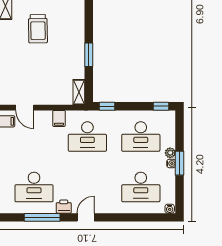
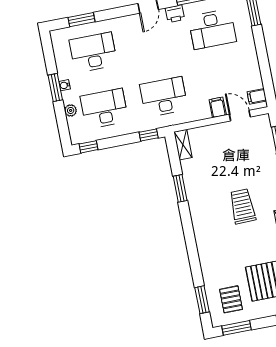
filing cabinet: (59, 118) -> (218, 107), moved
plant: (170, 153) -> (71, 110), moved
desk: (34, 187) -> (212, 29), turned 180
water cooler: (170, 209) -> (56, 35), removed
window: (145, 217) -> (82, 20), added

